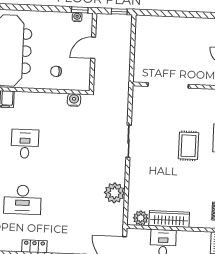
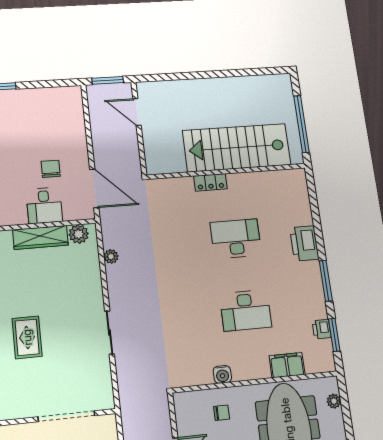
water cooler: (74, 100) -> (222, 374), moved
desk: (25, 144) -> (246, 310), width x1.37
plant: (114, 193) -> (111, 256), width x0.53, depth x0.53

